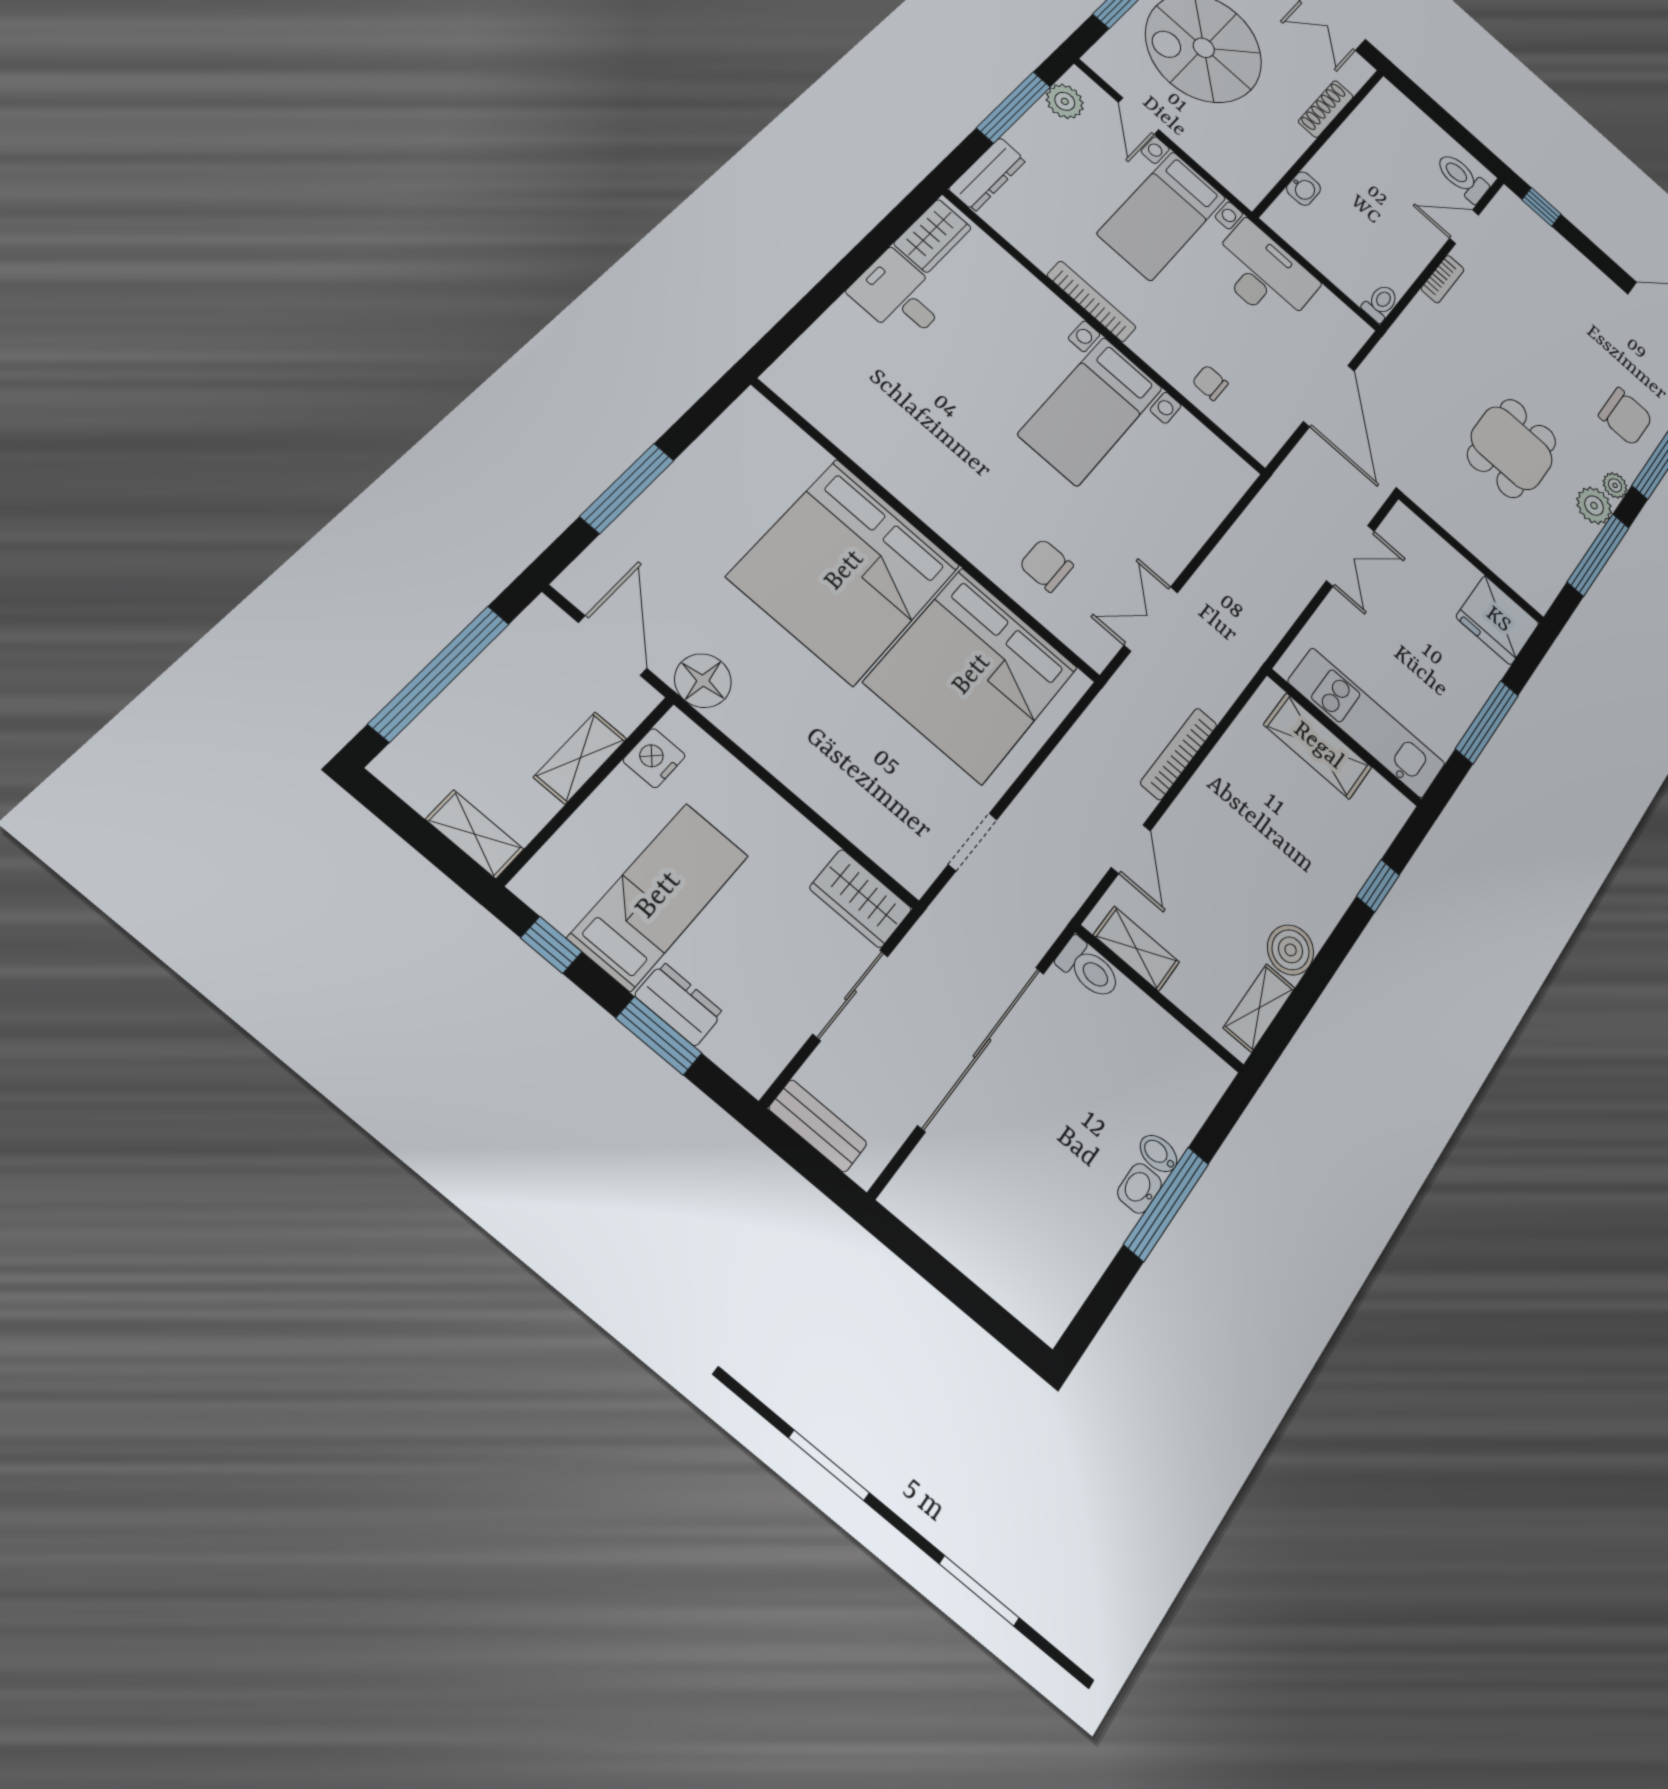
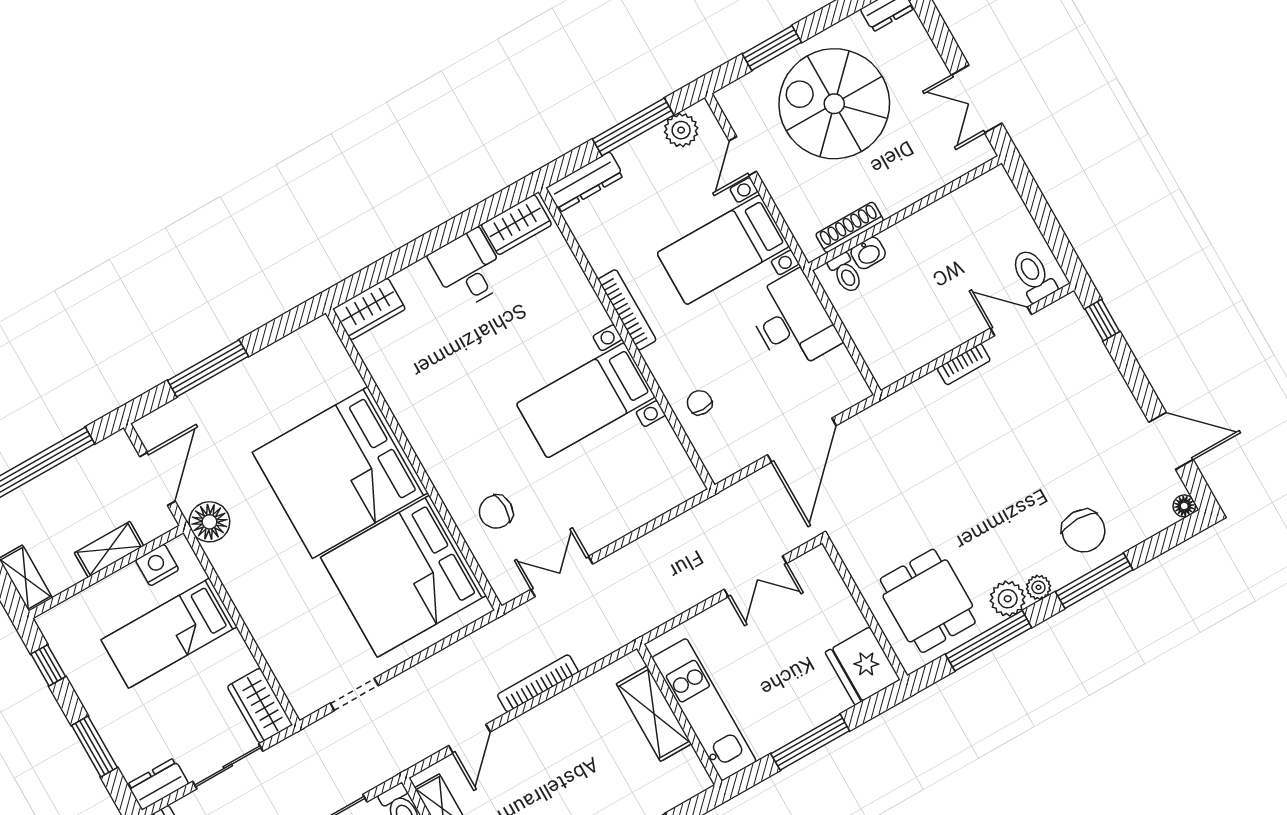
shoe rack: (1326, 109) -> (850, 227), moved
toilet: (1380, 303) -> (846, 273), moved, turned 90
wardrobe: (802, 368) -> (369, 309), added
dining table: (1512, 448) -> (928, 601), moved, turned 90
chair: (1046, 565) -> (496, 512), turned -90
bed: (659, 896) -> (169, 633), moved, turned 180
dresser: (679, 1004) -> (158, 784), moved, turned -90

